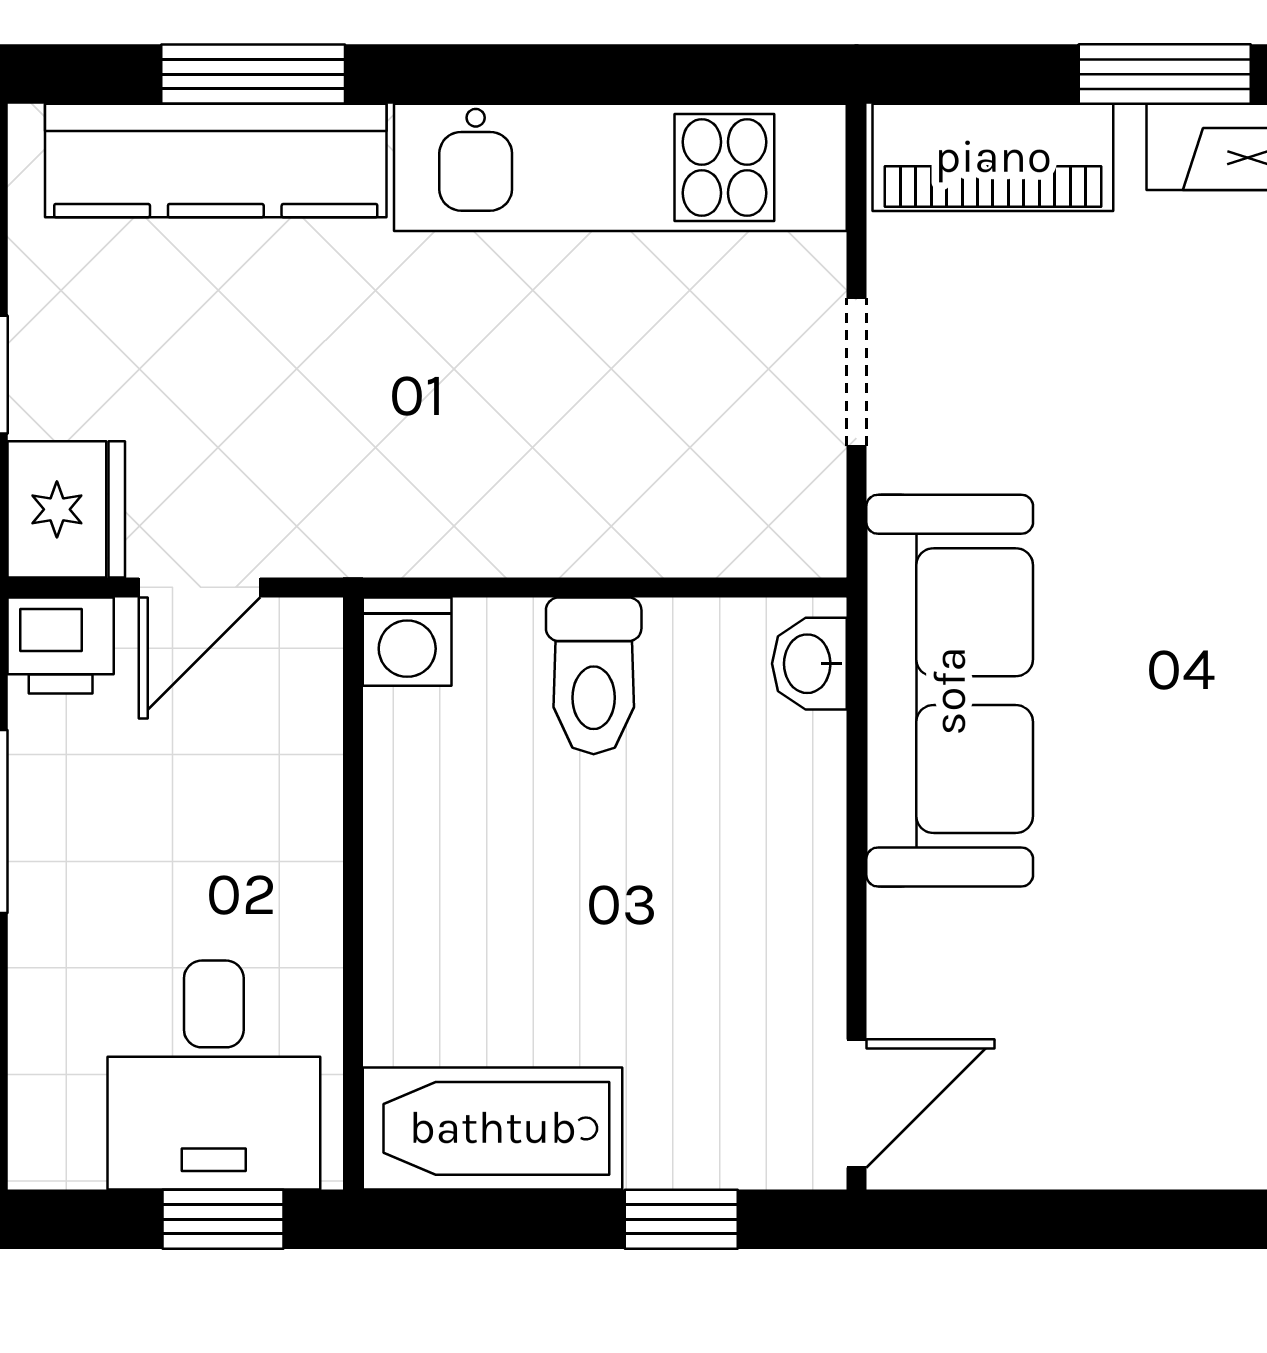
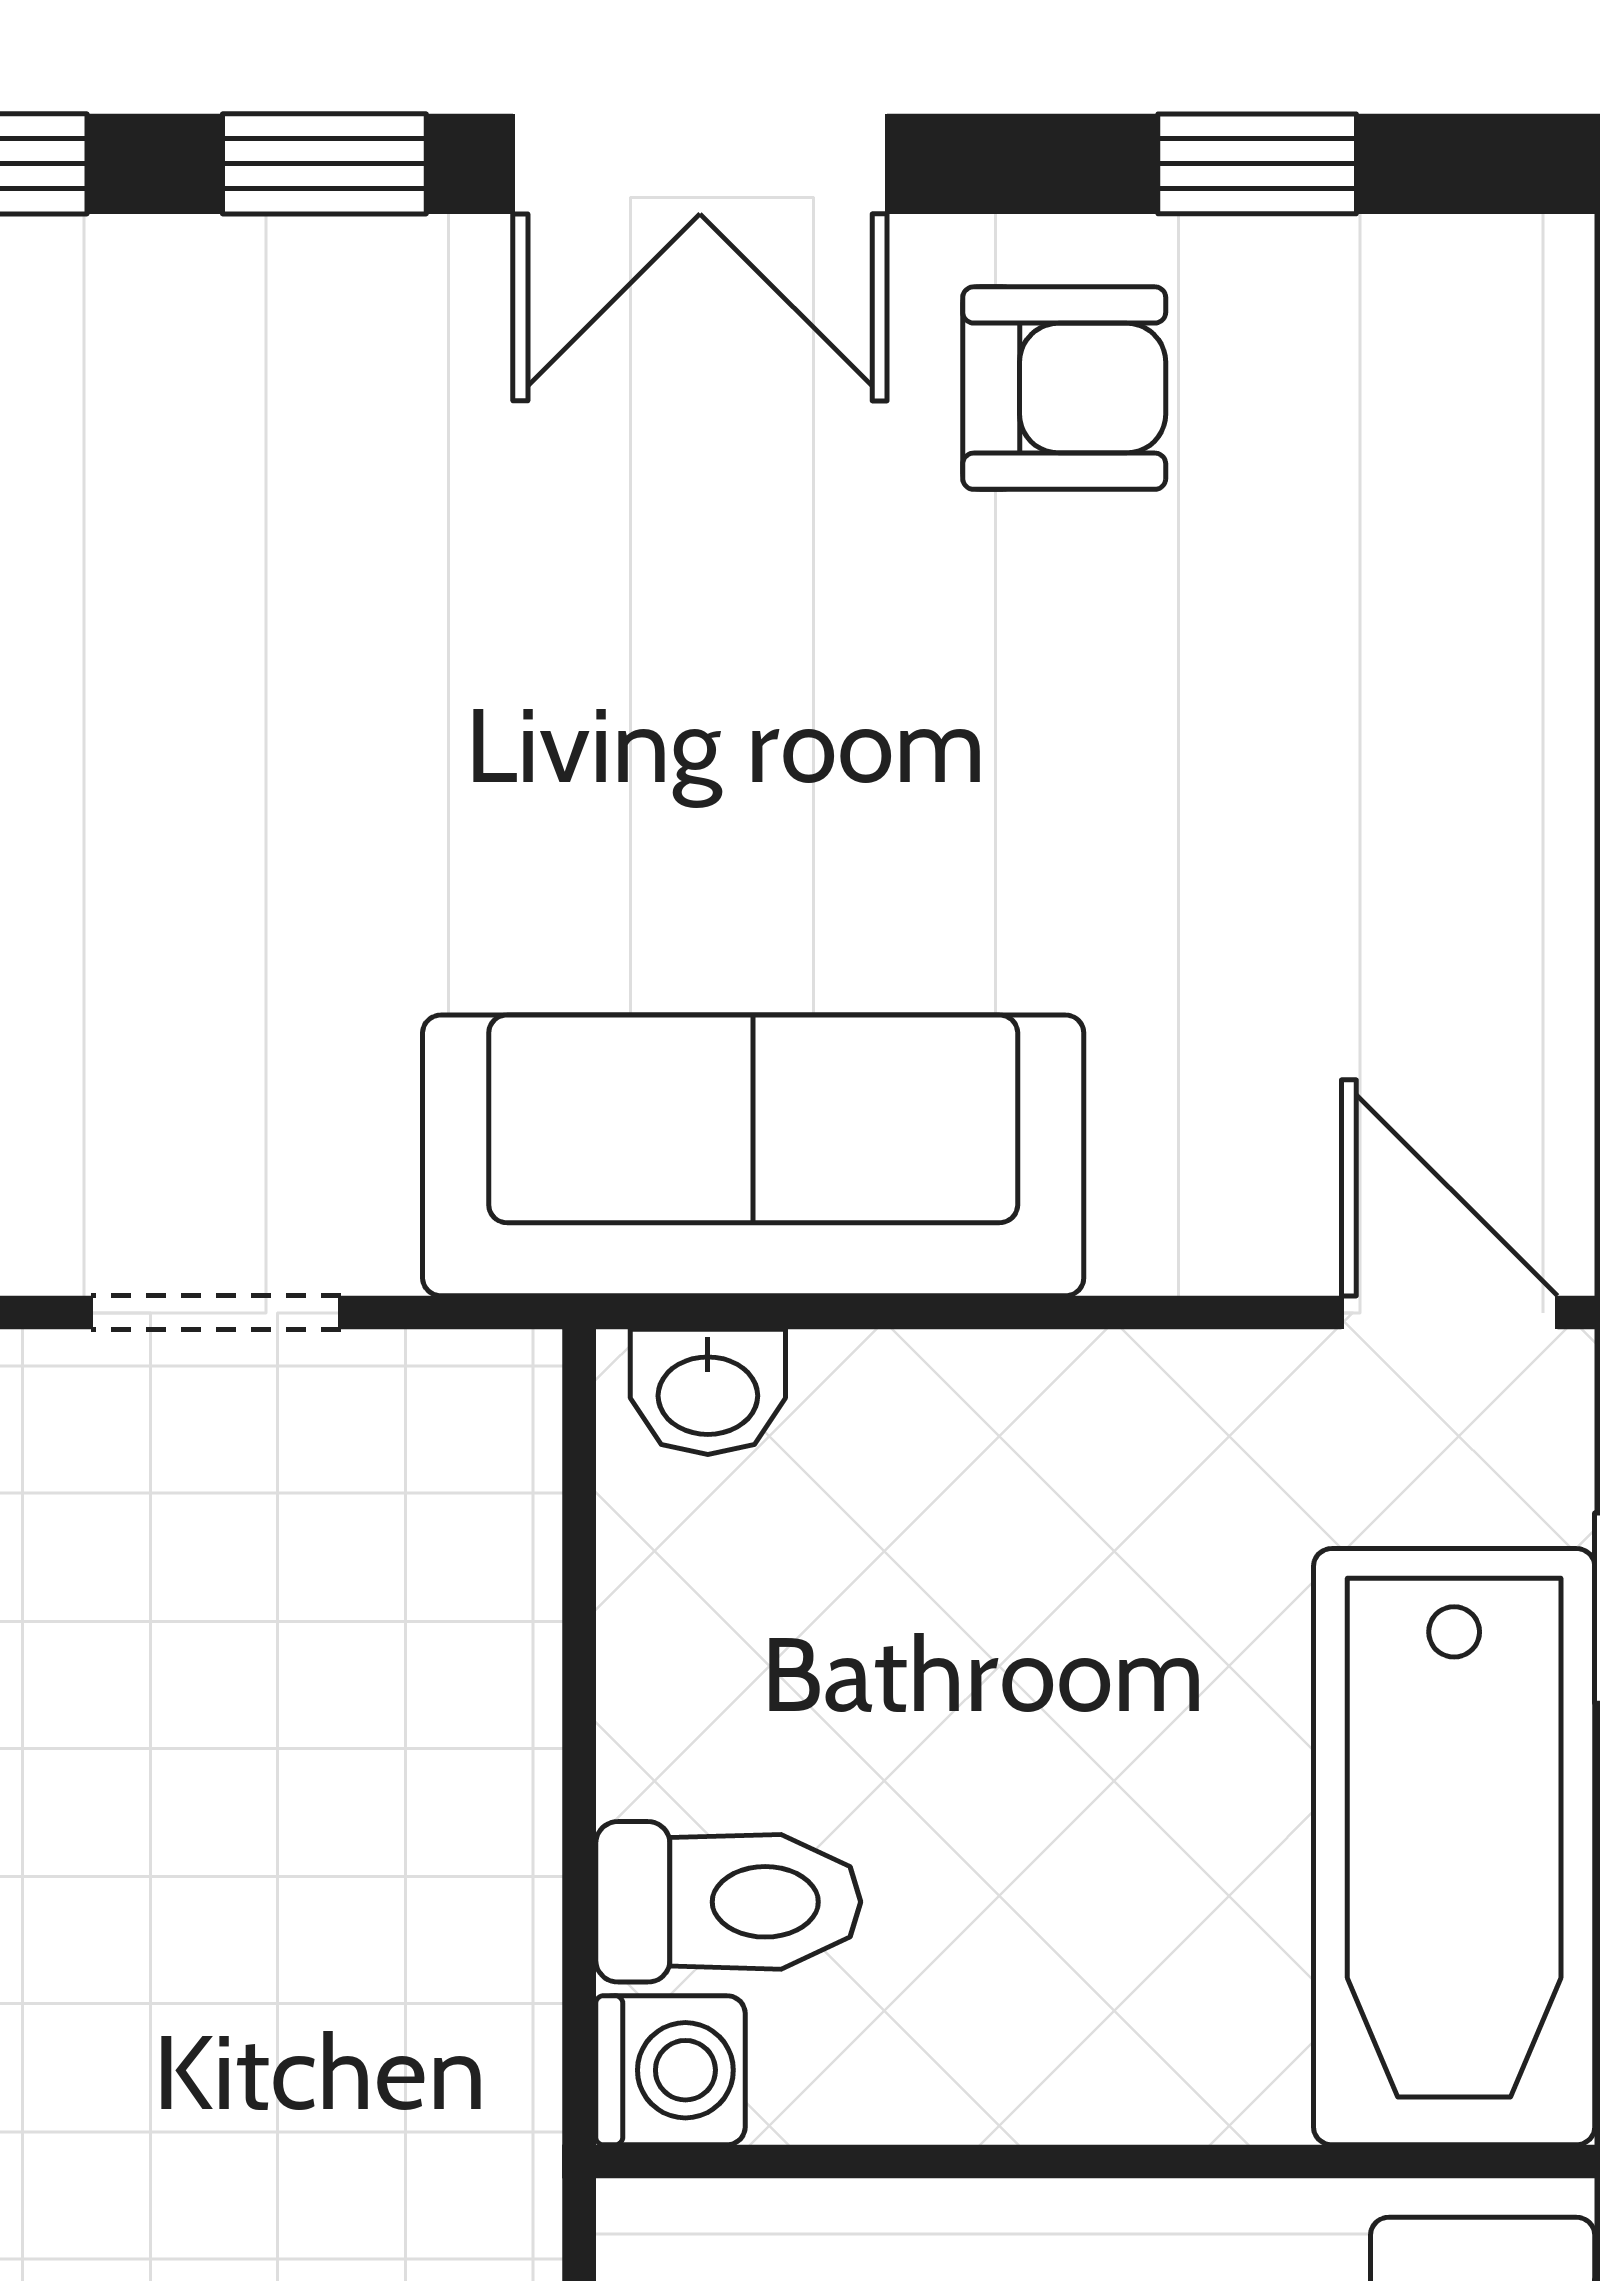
toilet: (594, 676) -> (728, 1902), moved
bathtub: (493, 1128) -> (1454, 1847), width x1.36, depth x1.36

